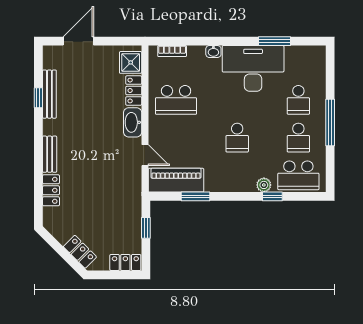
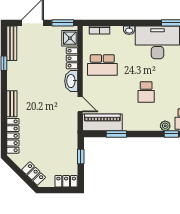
window: (121, 41) -> (63, 23), added
bench: (49, 94) -> (12, 43), moved
locker: (51, 190) -> (13, 136), width x1.53

